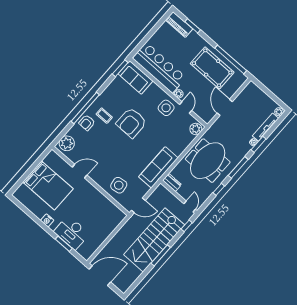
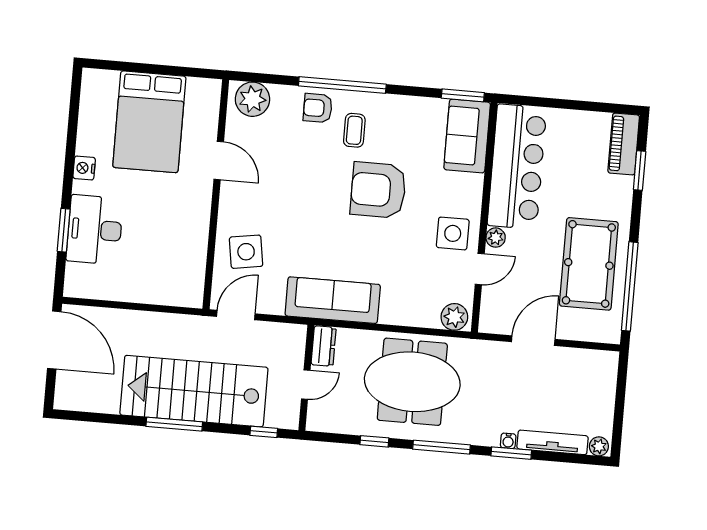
door: (138, 205) -> (236, 315), swing flipped
door: (190, 206) -> (306, 385), moved

